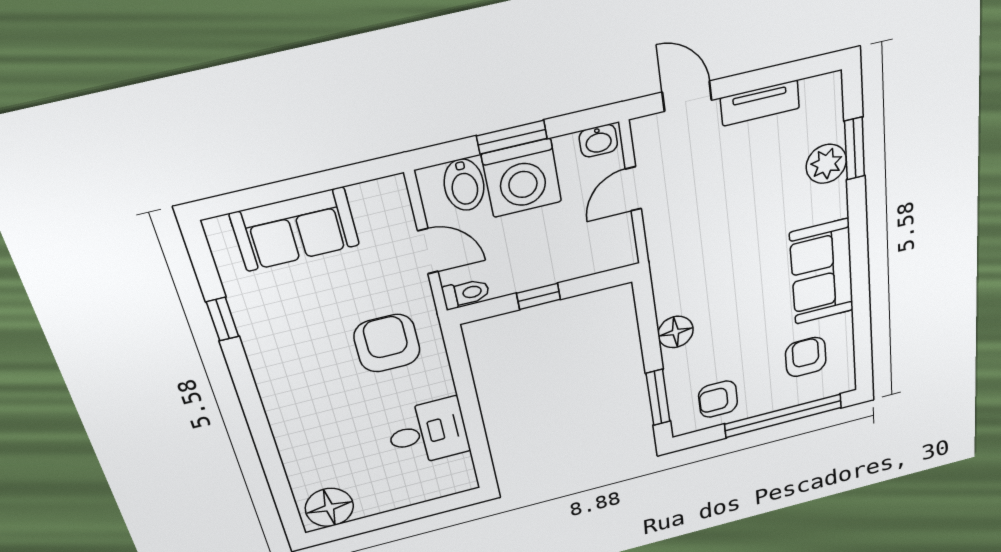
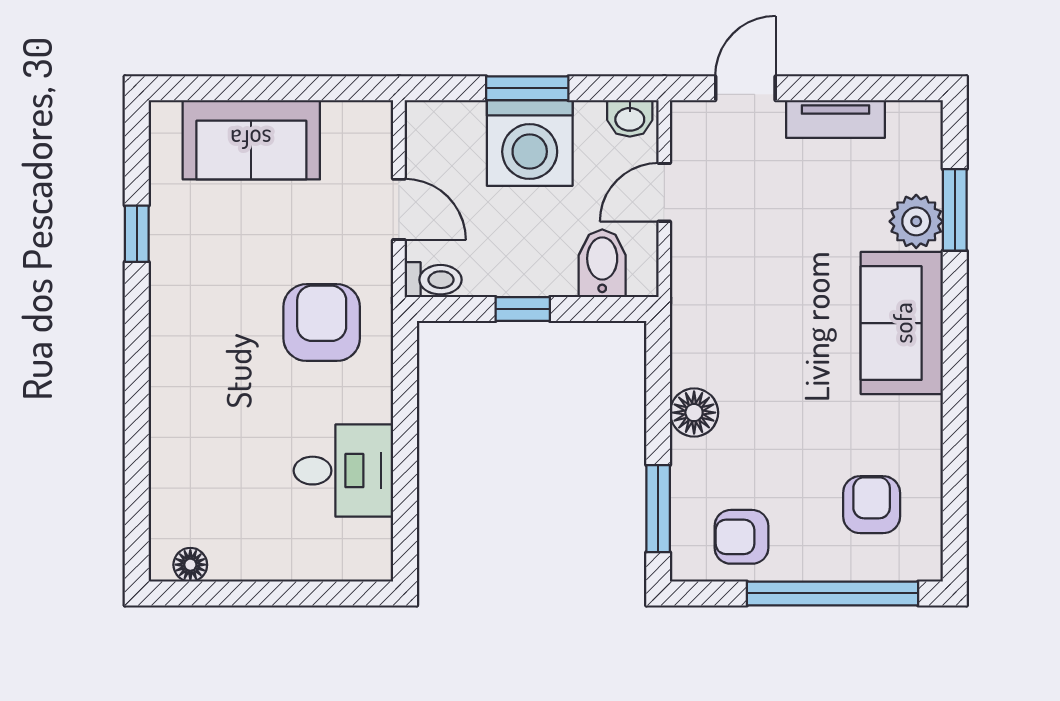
door: (687, 96) -> (745, 88), hinge flipped
bidet: (464, 185) -> (602, 263), moved, turned 180
sofa: (822, 272) -> (902, 323), moved
floor lamp: (329, 507) -> (190, 565), width x0.53, depth x0.53

